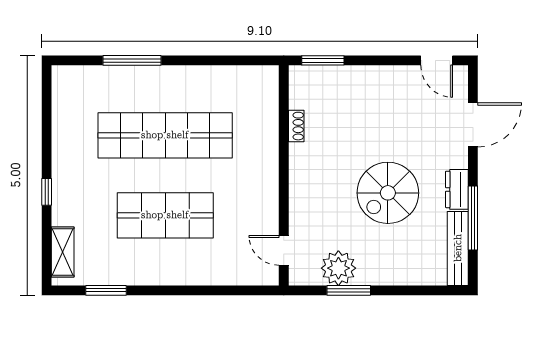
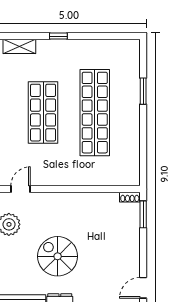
window: (132, 60) -> (143, 91), width x0.69
shoe rack: (296, 126) -> (130, 197), moved

